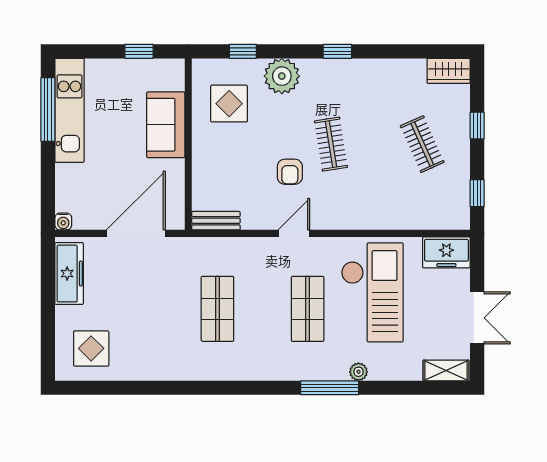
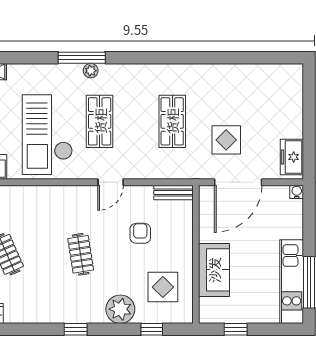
armchair: (290, 172) -> (140, 233), moved
freezer: (69, 274) -> (292, 157), width x0.71
display table: (91, 348) -> (226, 140), moved
plant: (358, 372) -> (91, 71), moved

